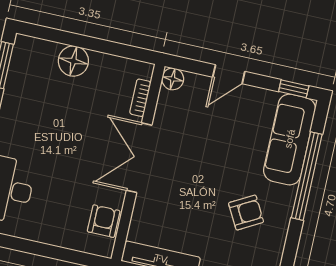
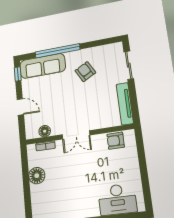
floor lamp: (73, 61) -> (37, 176), moved
floor lamp: (173, 79) -> (45, 131), moved
double door: (139, 158) -> (76, 135), width x0.73

